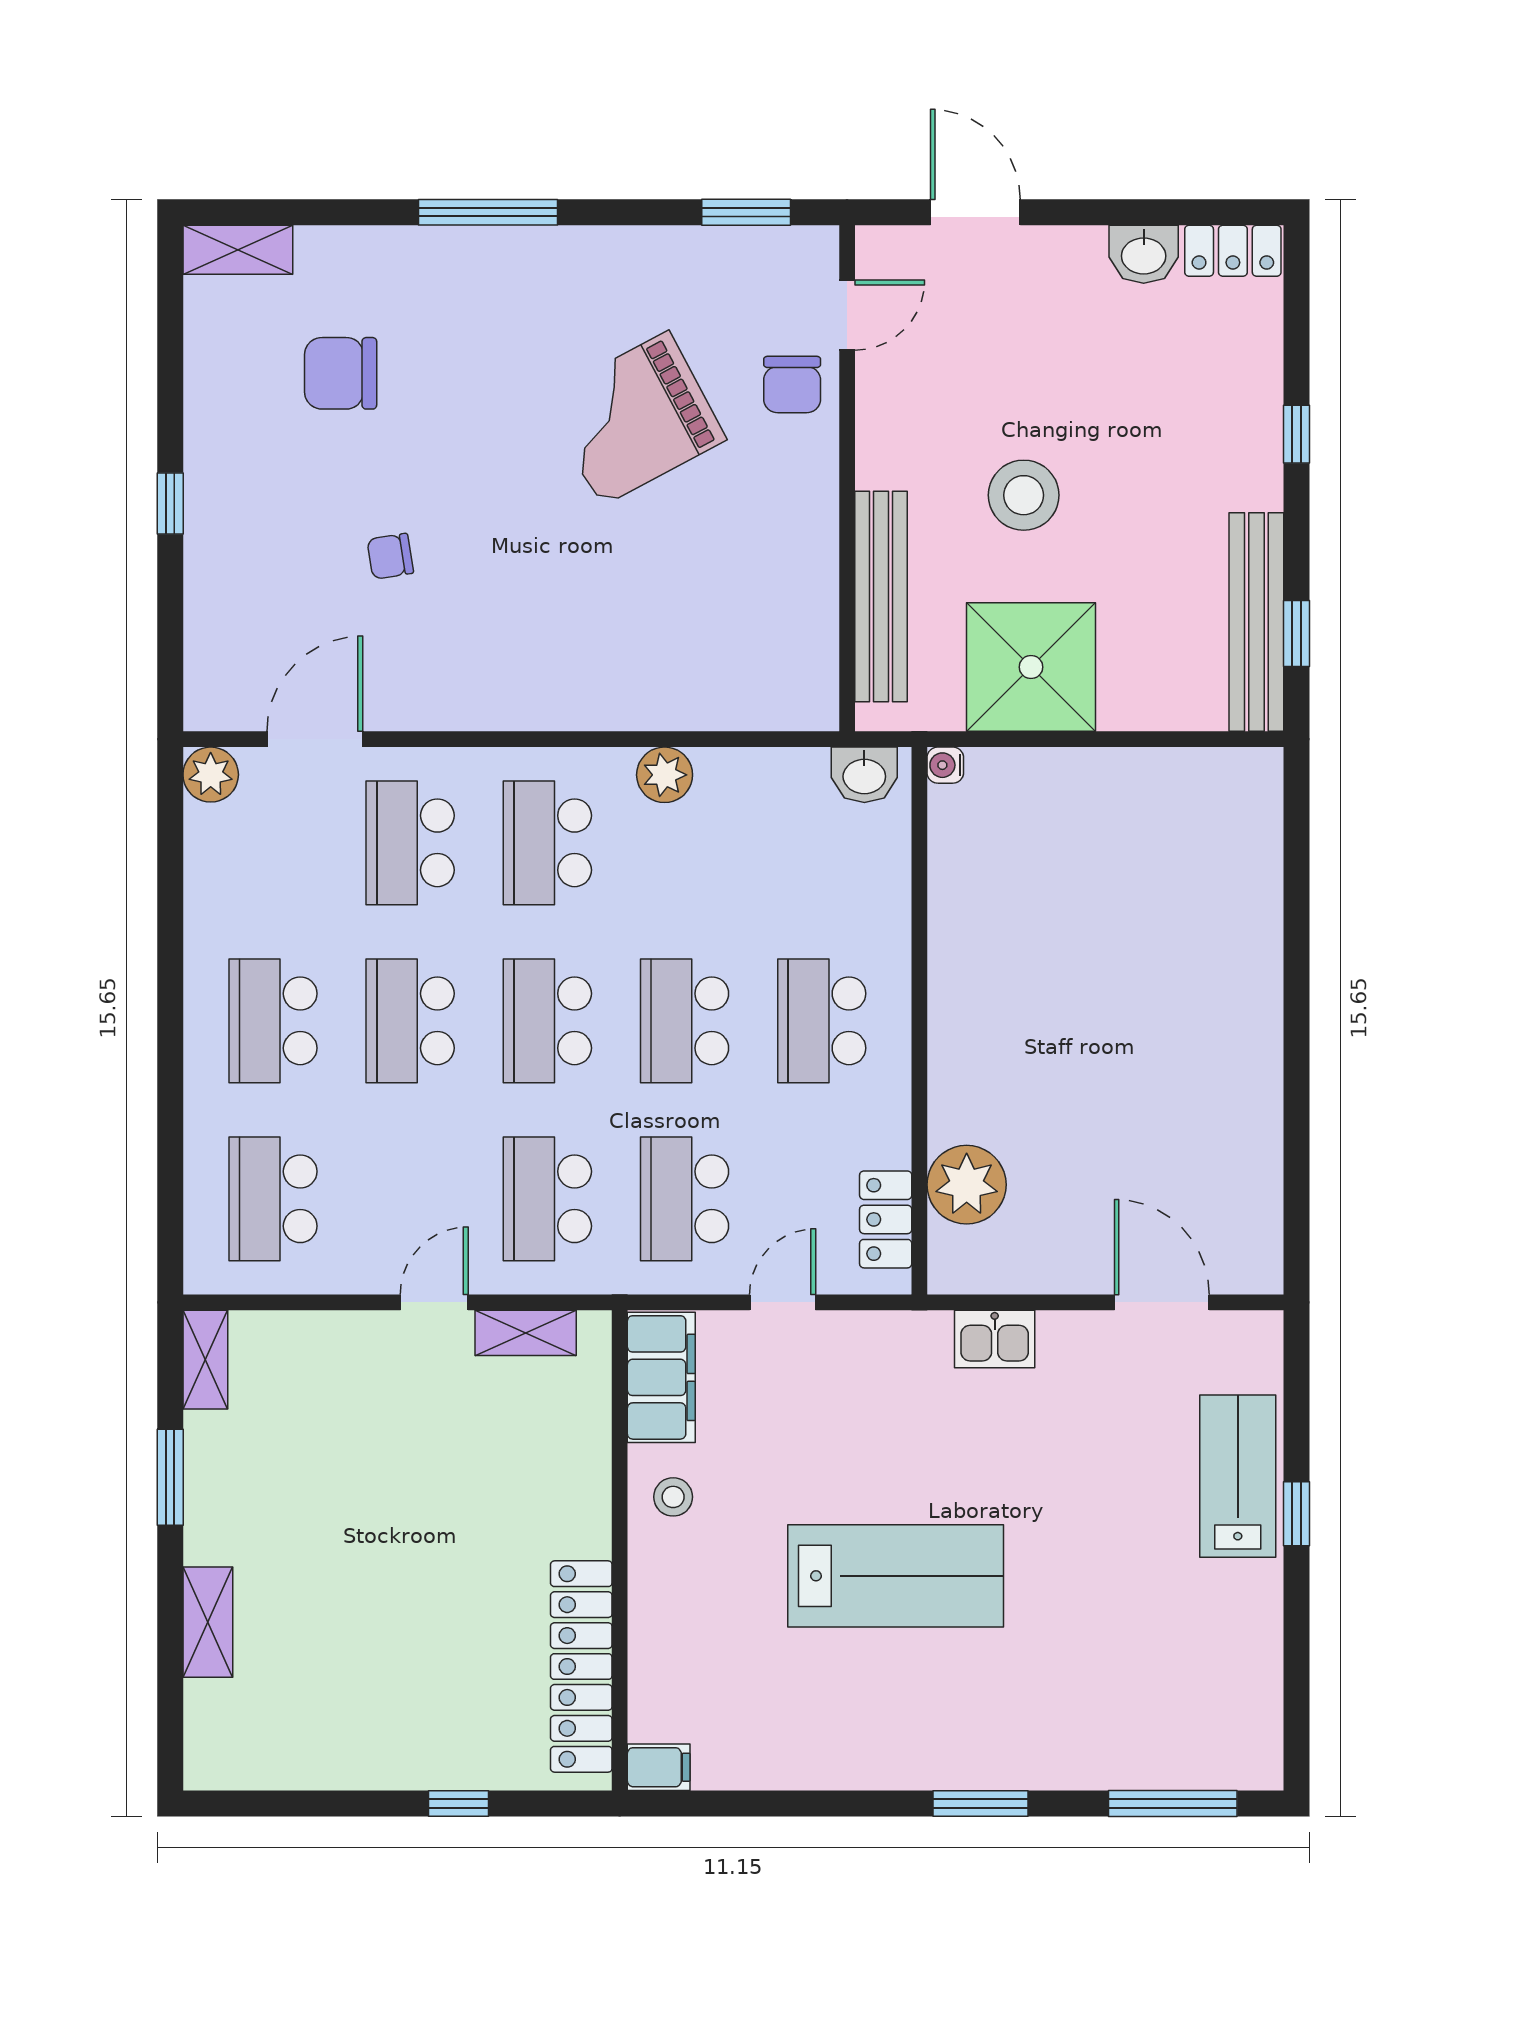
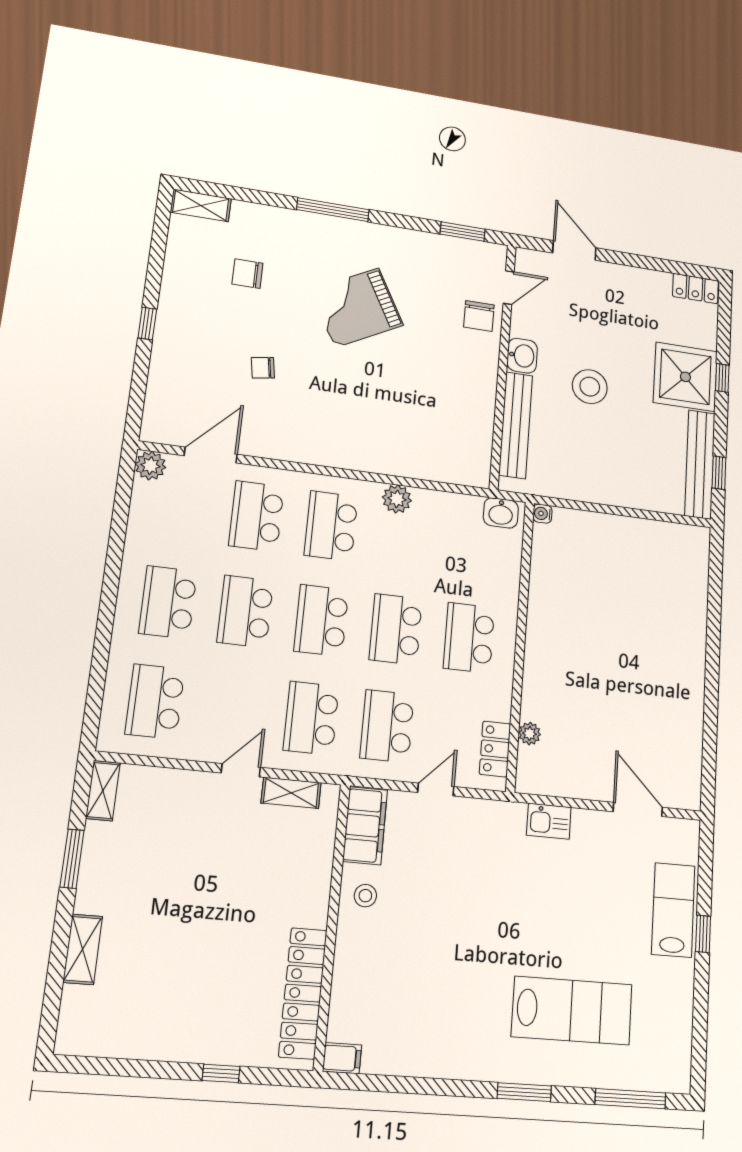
washbasin: (1144, 254) -> (522, 356), moved, turned -90
chair: (341, 373) -> (247, 274), width x0.73, depth x0.73
grand piano: (635, 419) -> (357, 308), moved
shower: (1031, 667) -> (685, 377), moved
plant: (967, 1185) -> (530, 734), width x0.53, depth x0.53
lab bench: (896, 1576) -> (572, 1011), moved

